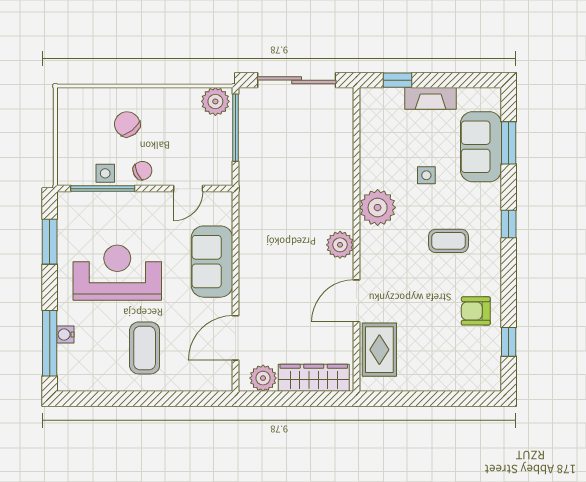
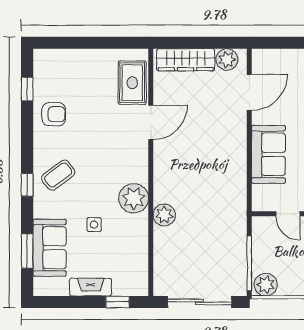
door: (188, 189) -> (288, 214), swing flipped
coffee table: (448, 241) -> (58, 175), moved, turned -37
plant: (340, 245) -> (164, 215), moved

